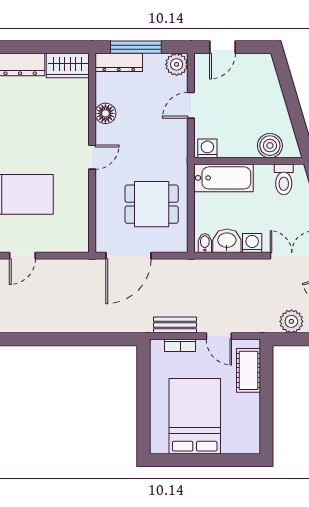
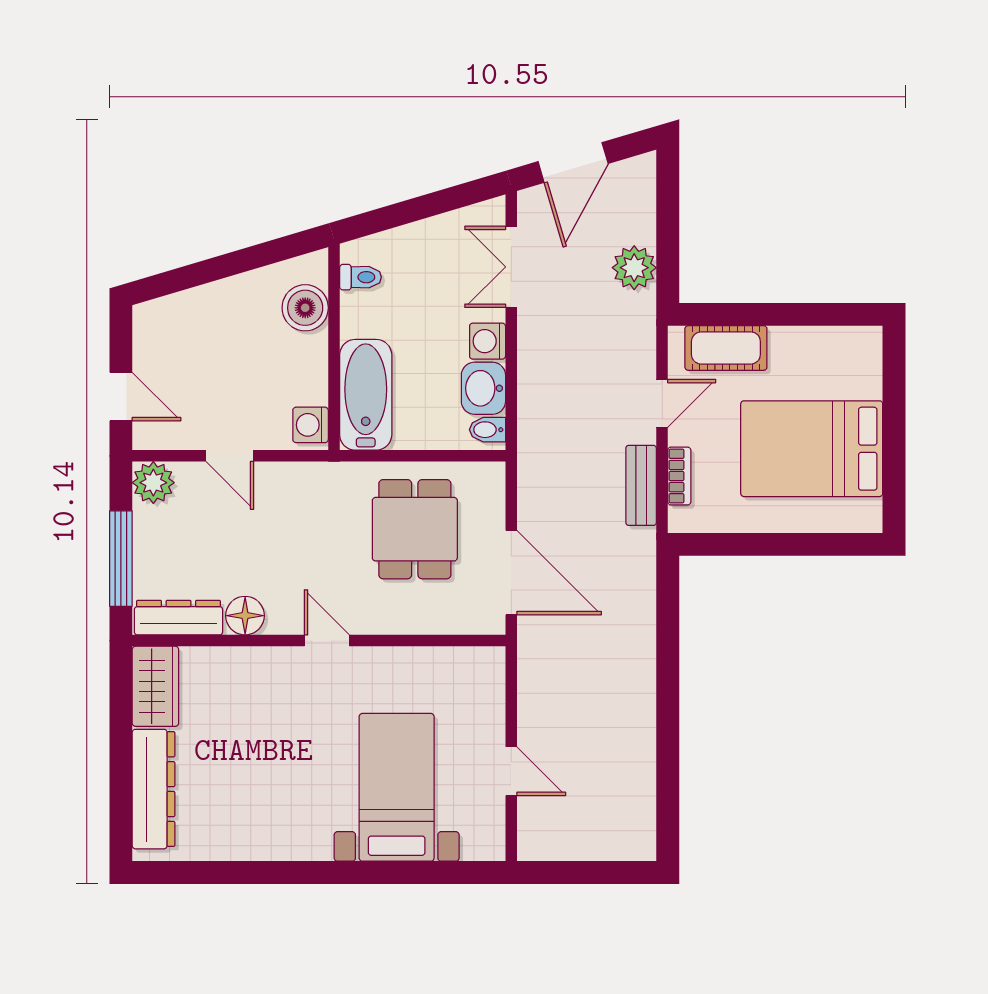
dresser: (119, 62) -> (178, 618), moved, turned -90
toilet: (284, 179) -> (360, 277), width x0.73, depth x0.72

